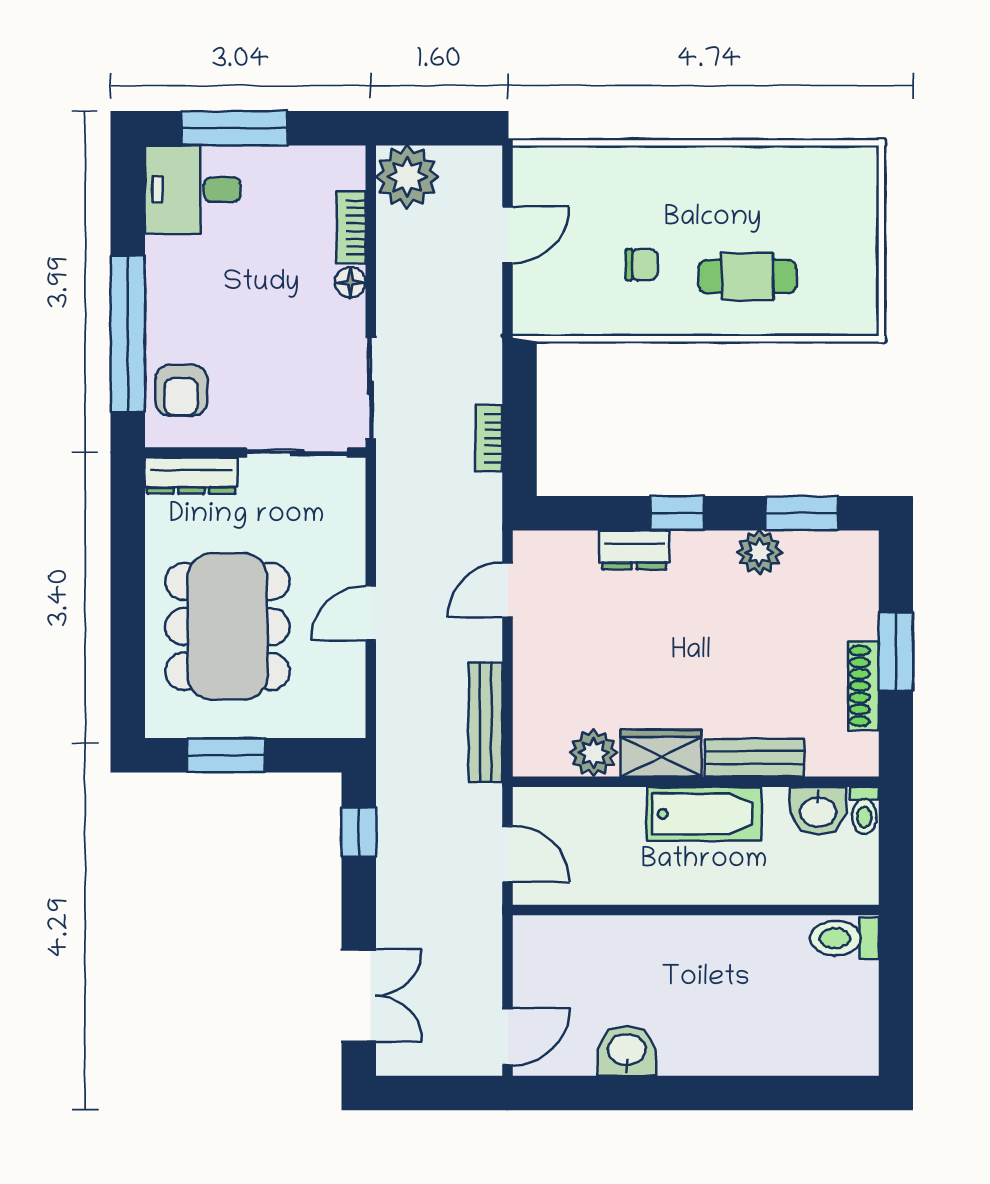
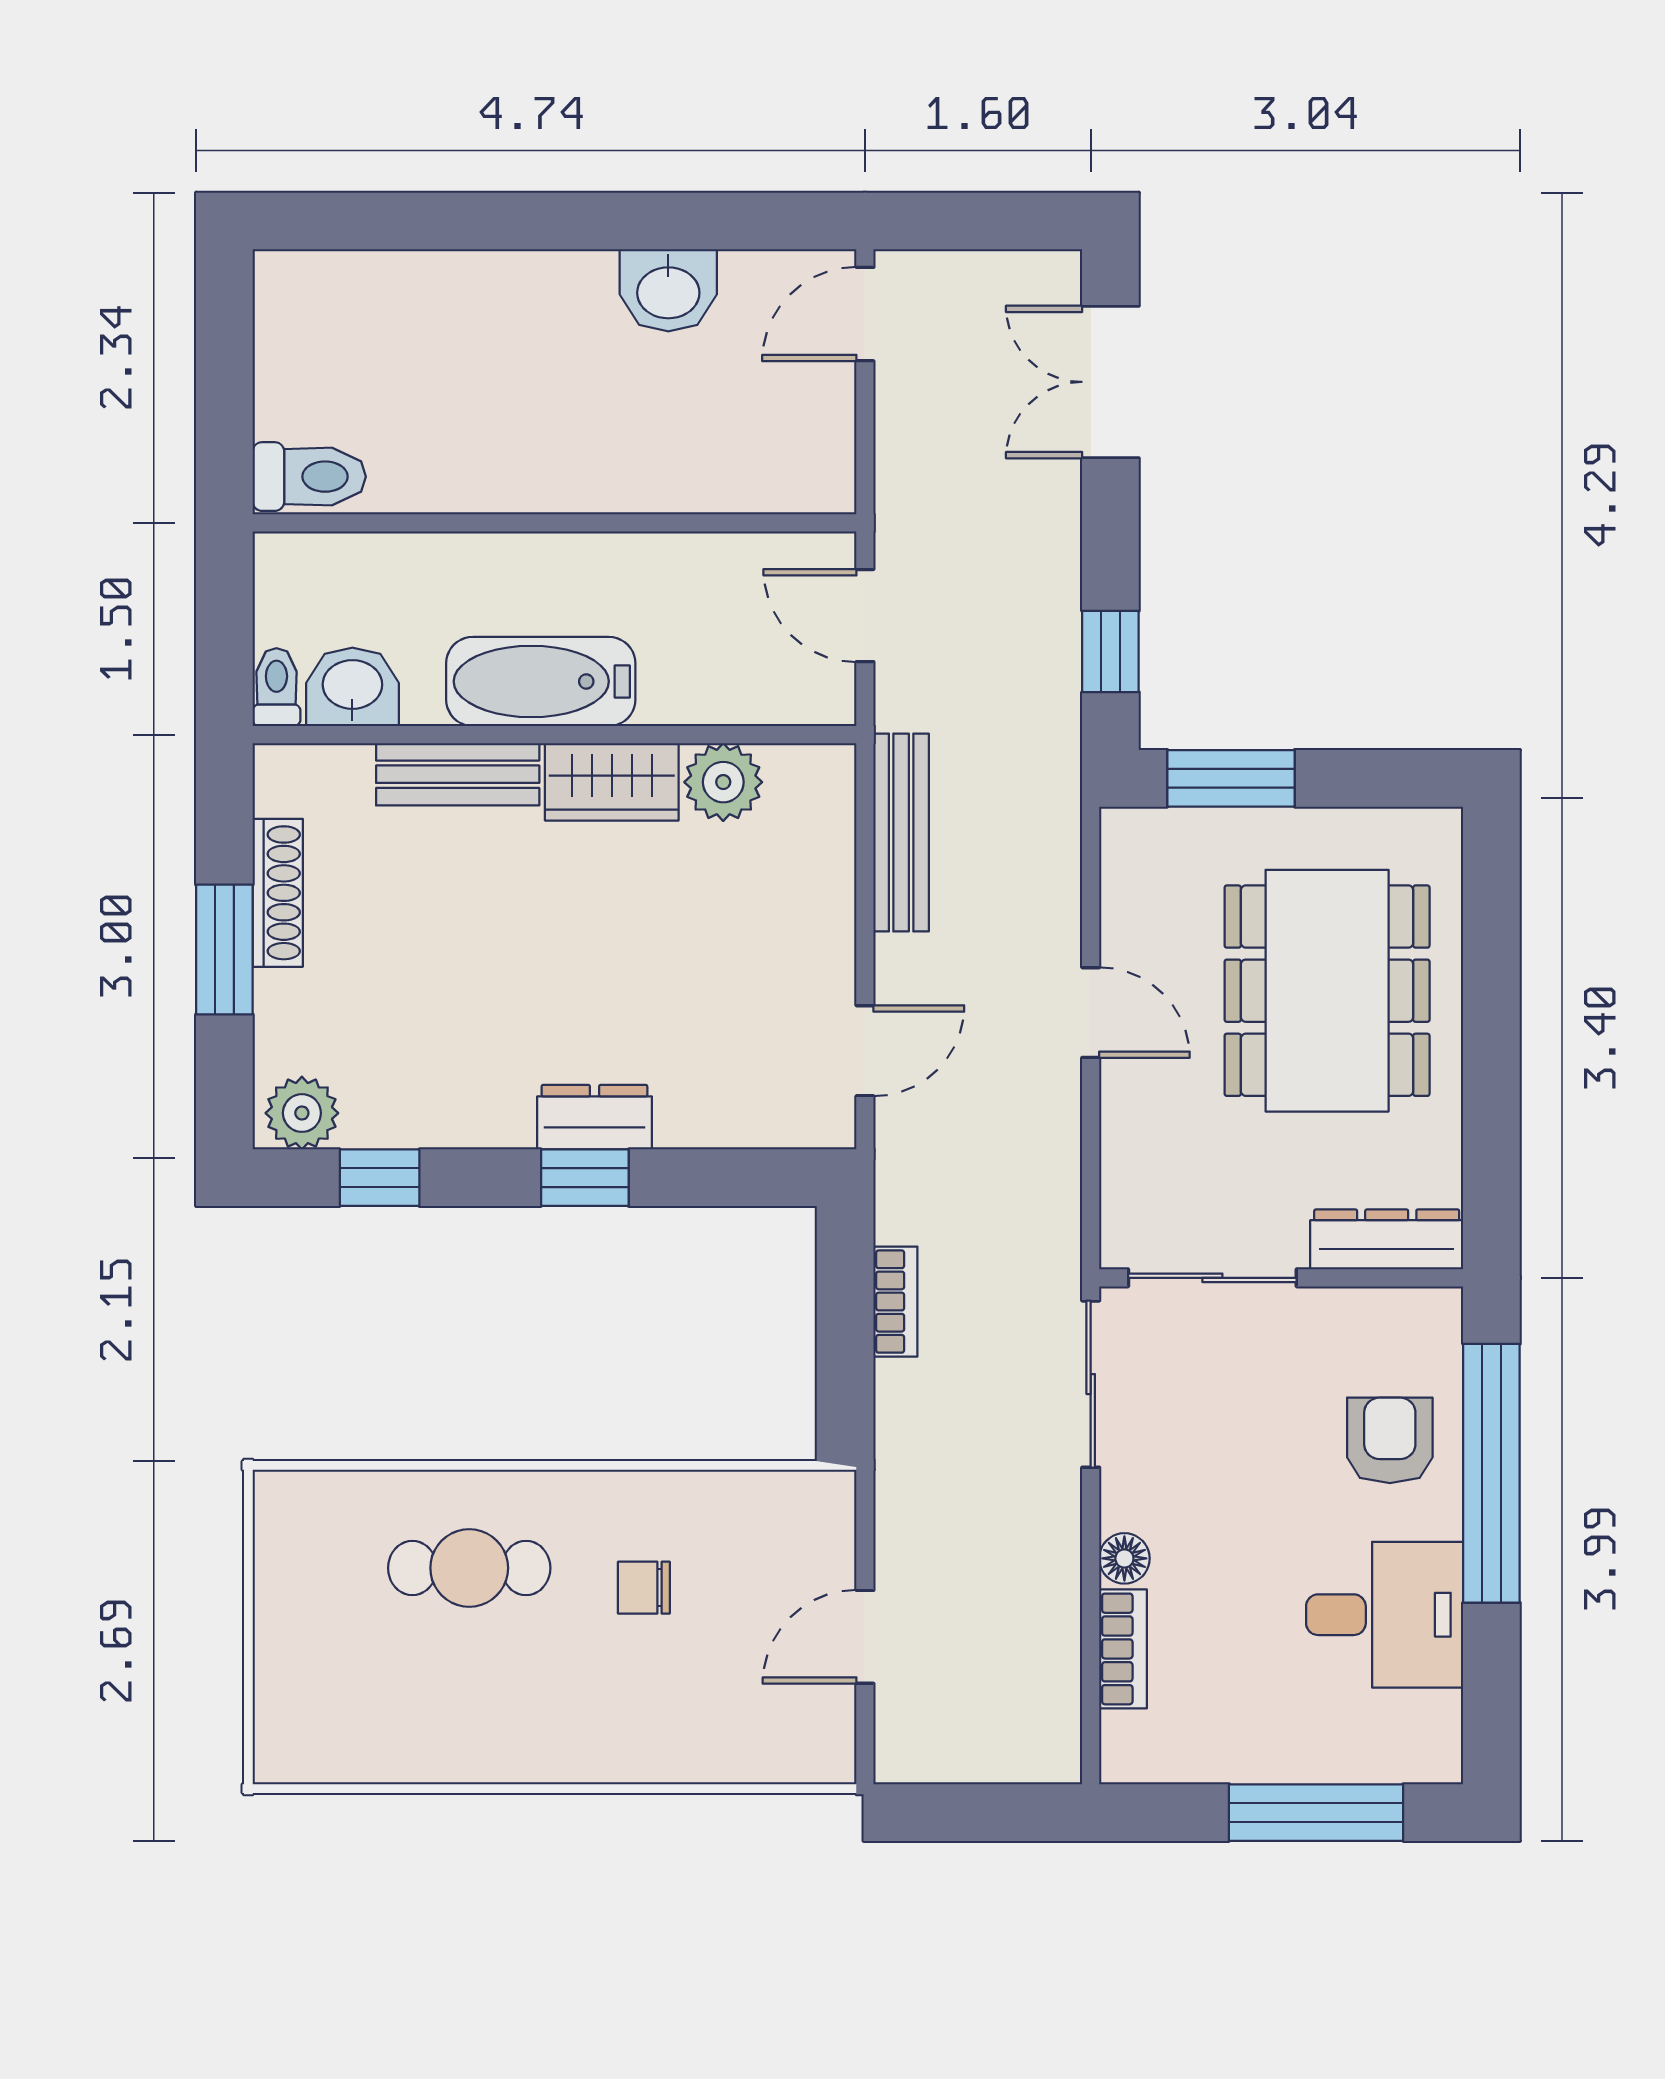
plant: (407, 177) -> (1031, 1733), removed
desk: (193, 190) -> (1385, 1615), moved
armchair: (181, 390) -> (1390, 1440), moved
window: (802, 513) -> (380, 1178), width x0.67
dresser: (634, 550) -> (594, 1117), moved
plant: (759, 552) -> (302, 1113), moved
door: (371, 613) -> (1091, 1013), hinge flipped
window: (226, 755) -> (1231, 778), moved

